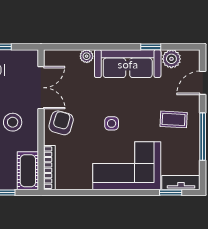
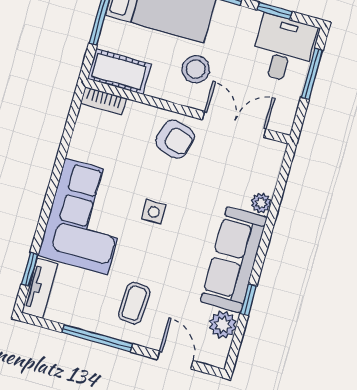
double door: (41, 88) -> (234, 124), swing flipped
bookcase: (49, 168) -> (103, 101), width x0.64

